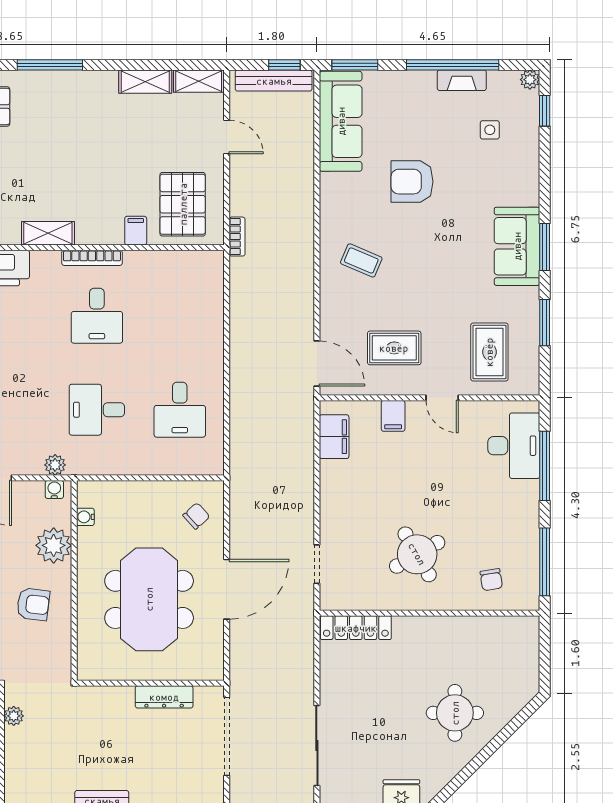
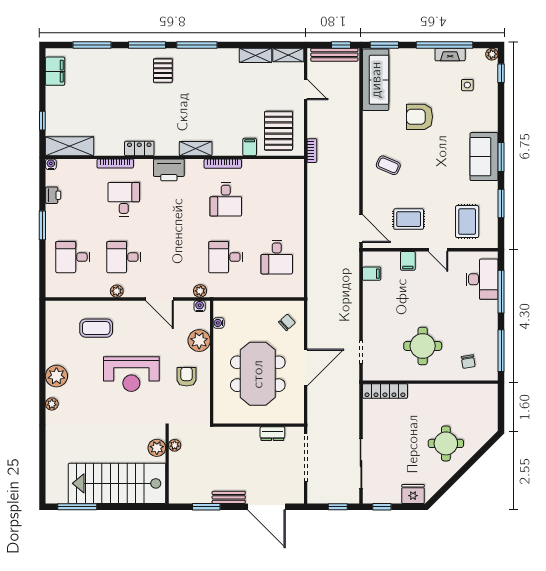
filing cabinet: (334, 437) -> (372, 274), width x0.50
round table: (417, 554) -> (423, 346), turned 30
armchair: (33, 604) -> (187, 377), turned -97
dresser: (164, 697) -> (272, 434), width x0.70

